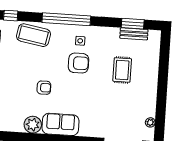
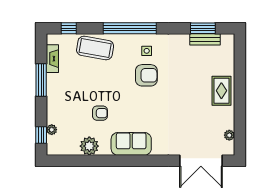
rug: (122, 70) -> (221, 91), moved
armchair: (44, 88) -> (100, 113), moved
plant: (33, 125) -> (89, 146), moved

